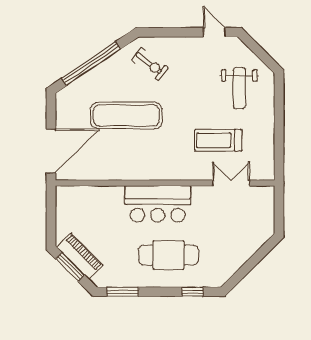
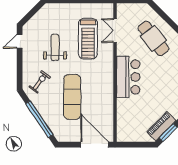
weight bench: (239, 88) -> (55, 47), moved, turned -90
treadmill: (218, 140) -> (88, 39), width x1.37, depth x1.38
cafe table: (168, 255) -> (153, 38), moved, turned -38

